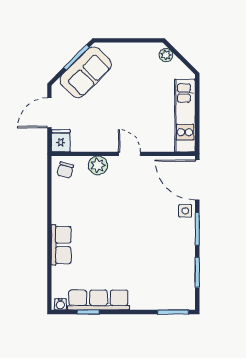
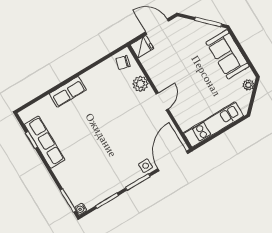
sofa: (86, 72) -> (228, 54), moved, turned 45
water cooler: (60, 304) -> (81, 209), moved

